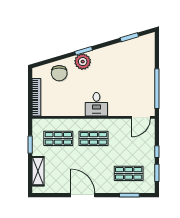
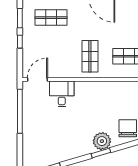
desk: (96, 104) -> (62, 94), moved
shop shelf: (93, 138) -> (90, 56), turned 90

